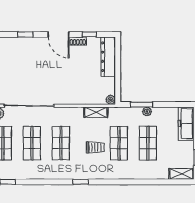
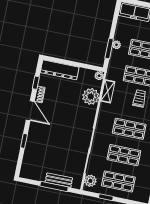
door: (59, 34) -> (30, 111), hinge flipped
plant: (87, 95) -> (91, 96), added

